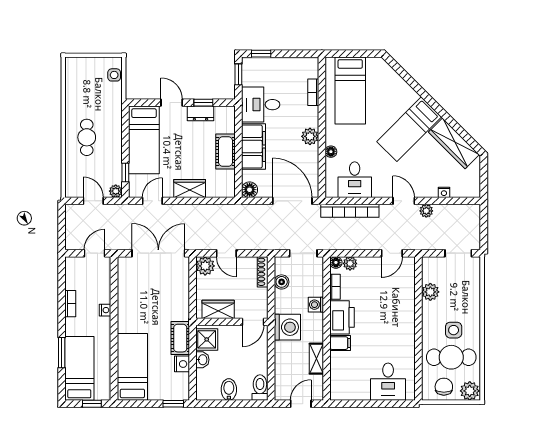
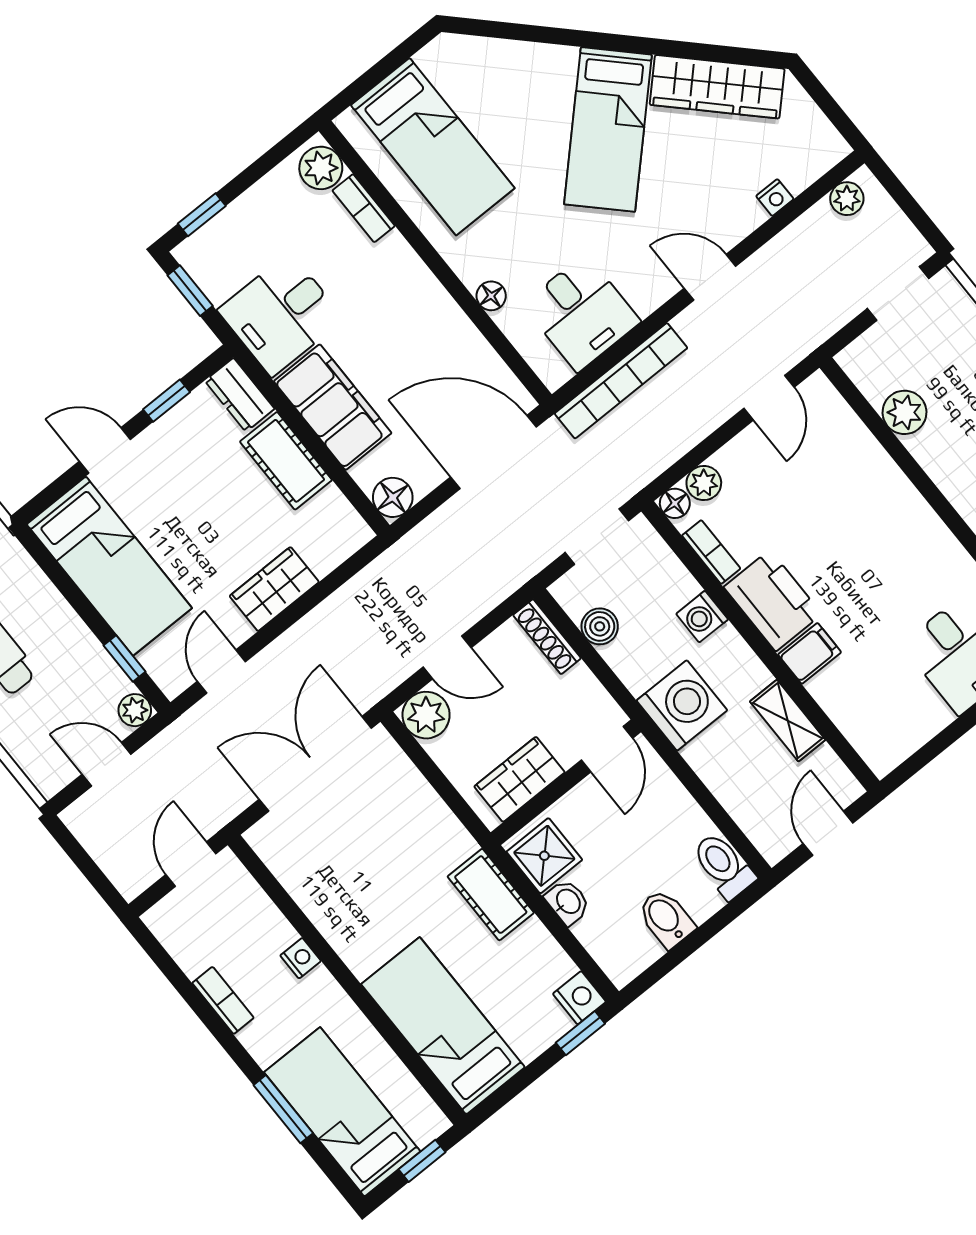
dresser: (200, 113) -> (240, 395), moved, turned 90
plant: (310, 136) -> (321, 168), moved
plant: (426, 211) -> (847, 199), moved
nightstand: (182, 364) -> (579, 998), moved

